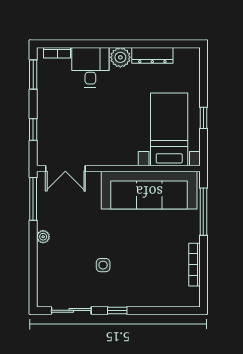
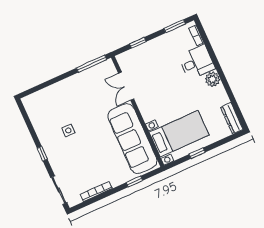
dresser: (152, 55) -> (232, 118), moved
double door: (65, 169) -> (126, 86), moved
window: (203, 212) -> (134, 181), width x0.46
plant: (43, 237) -> (69, 82), removed
sliding door: (71, 310) -> (59, 190), moved

